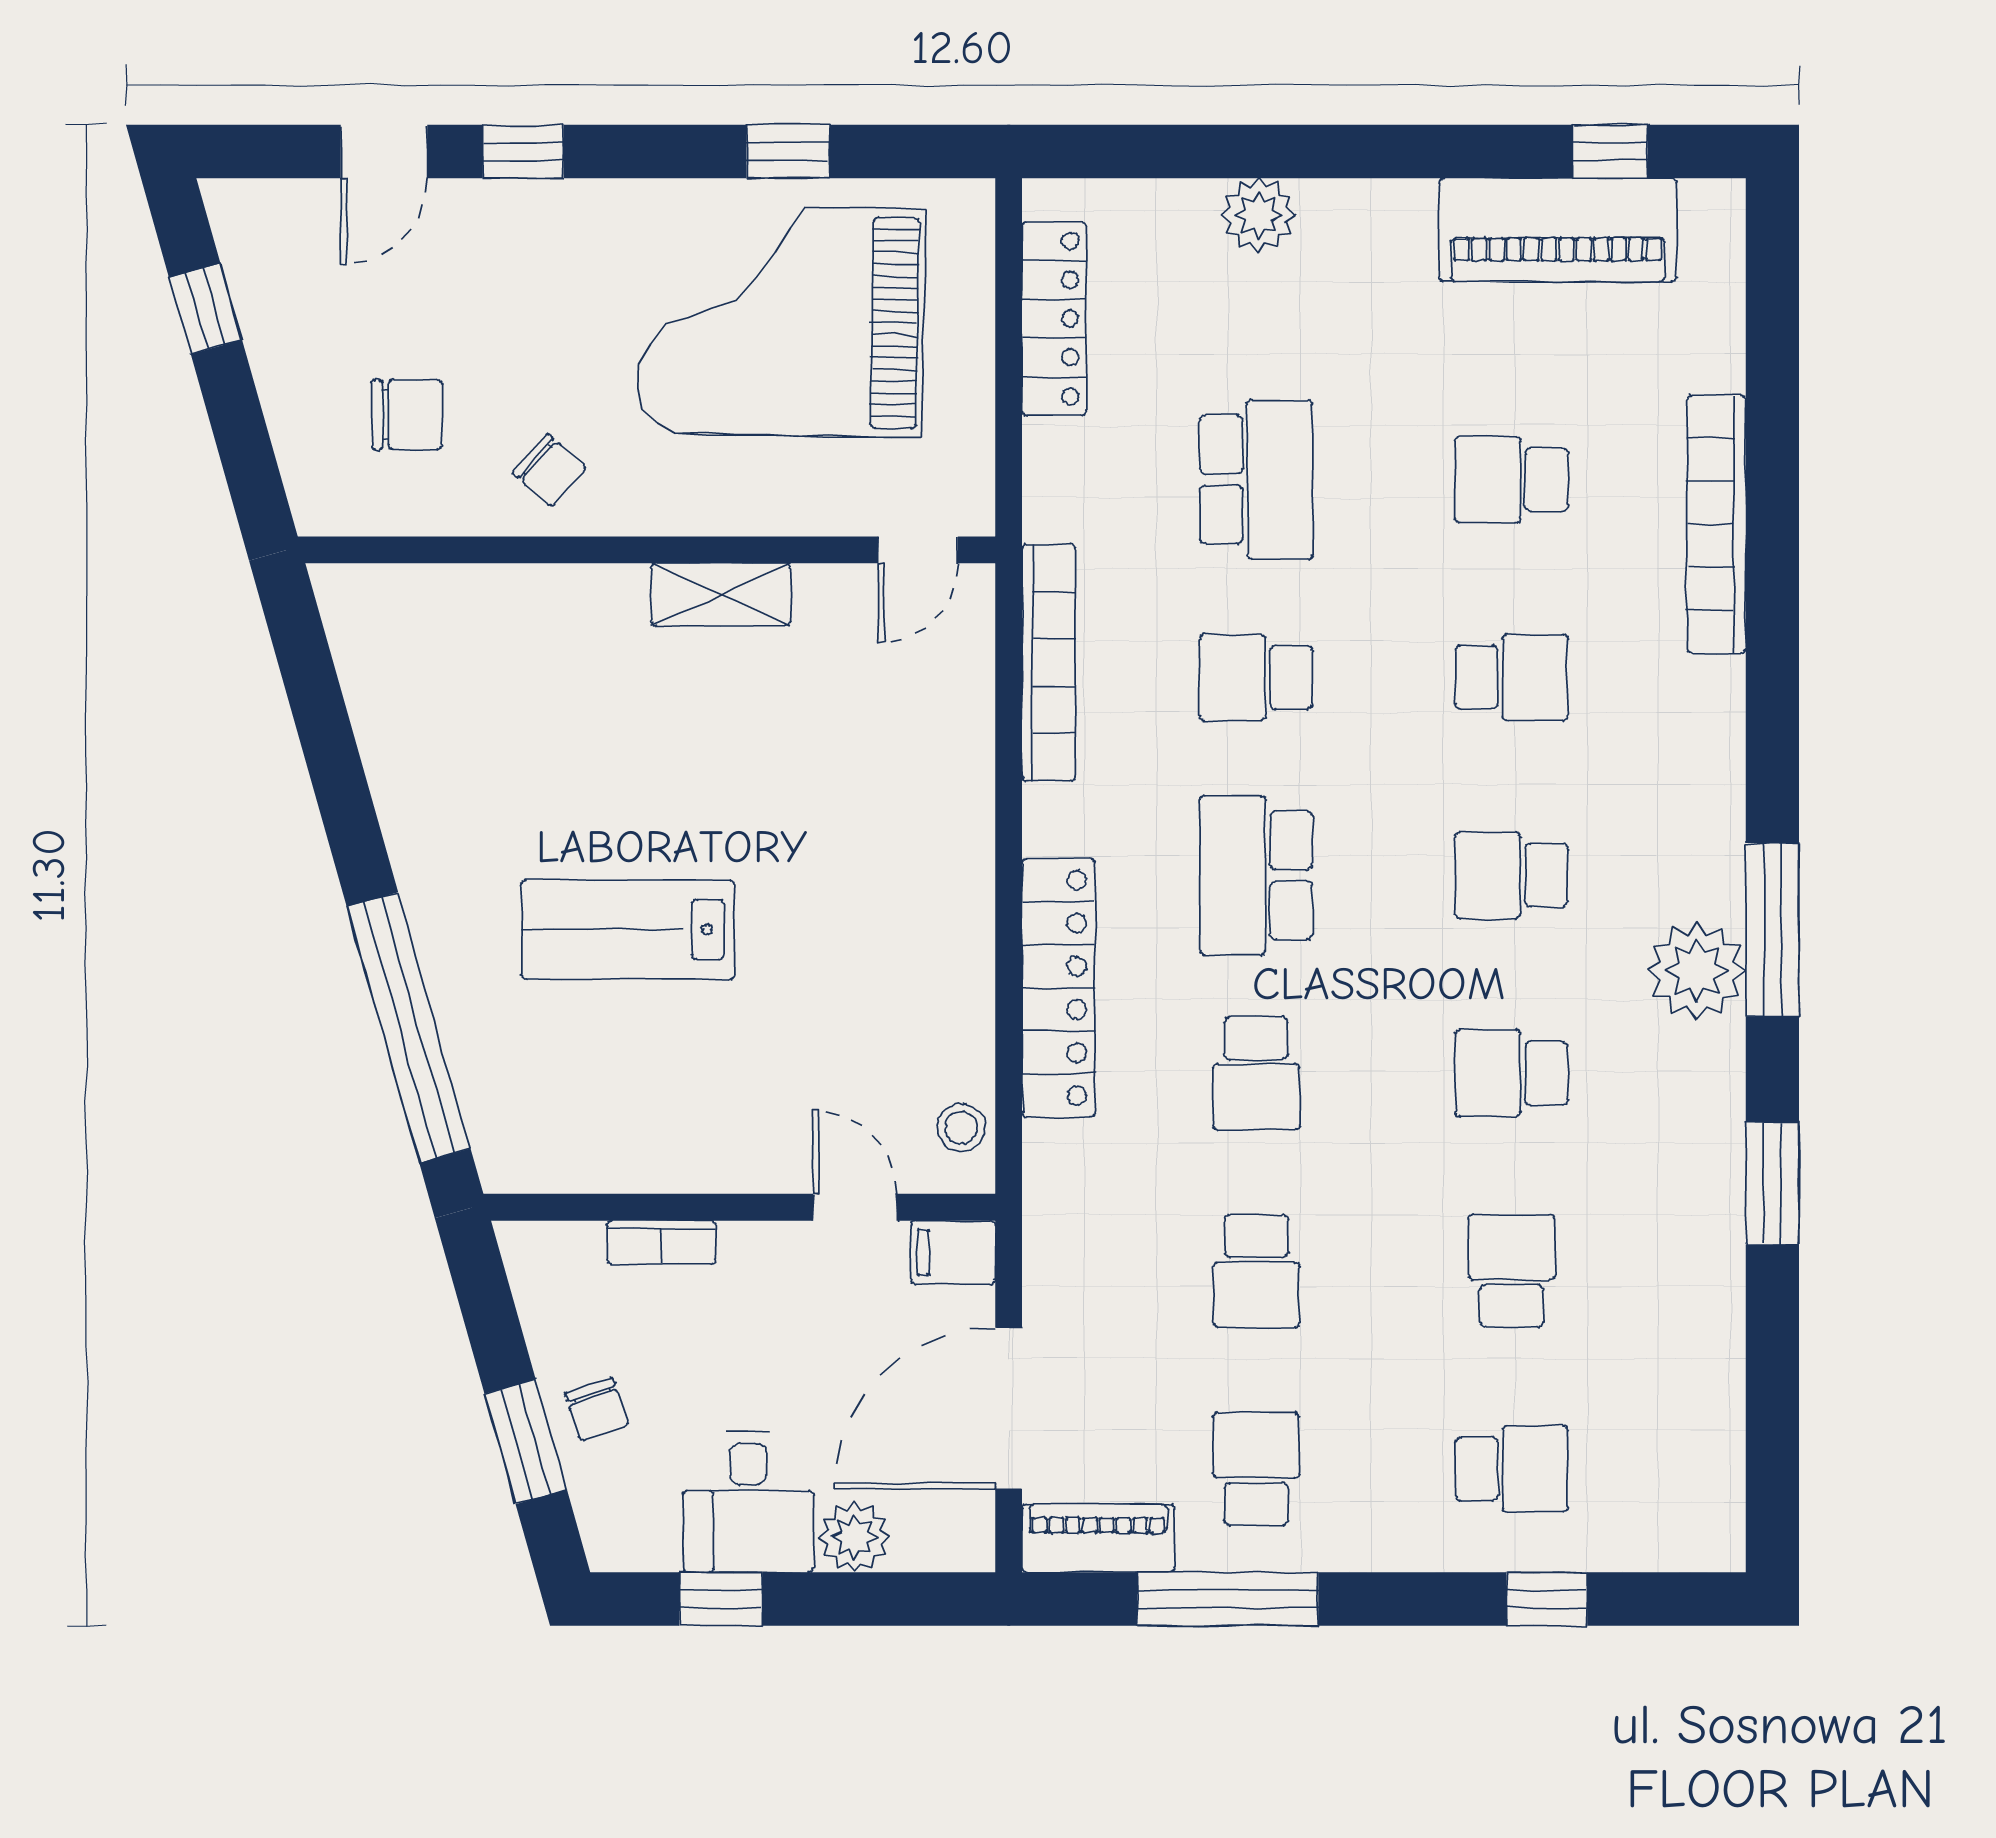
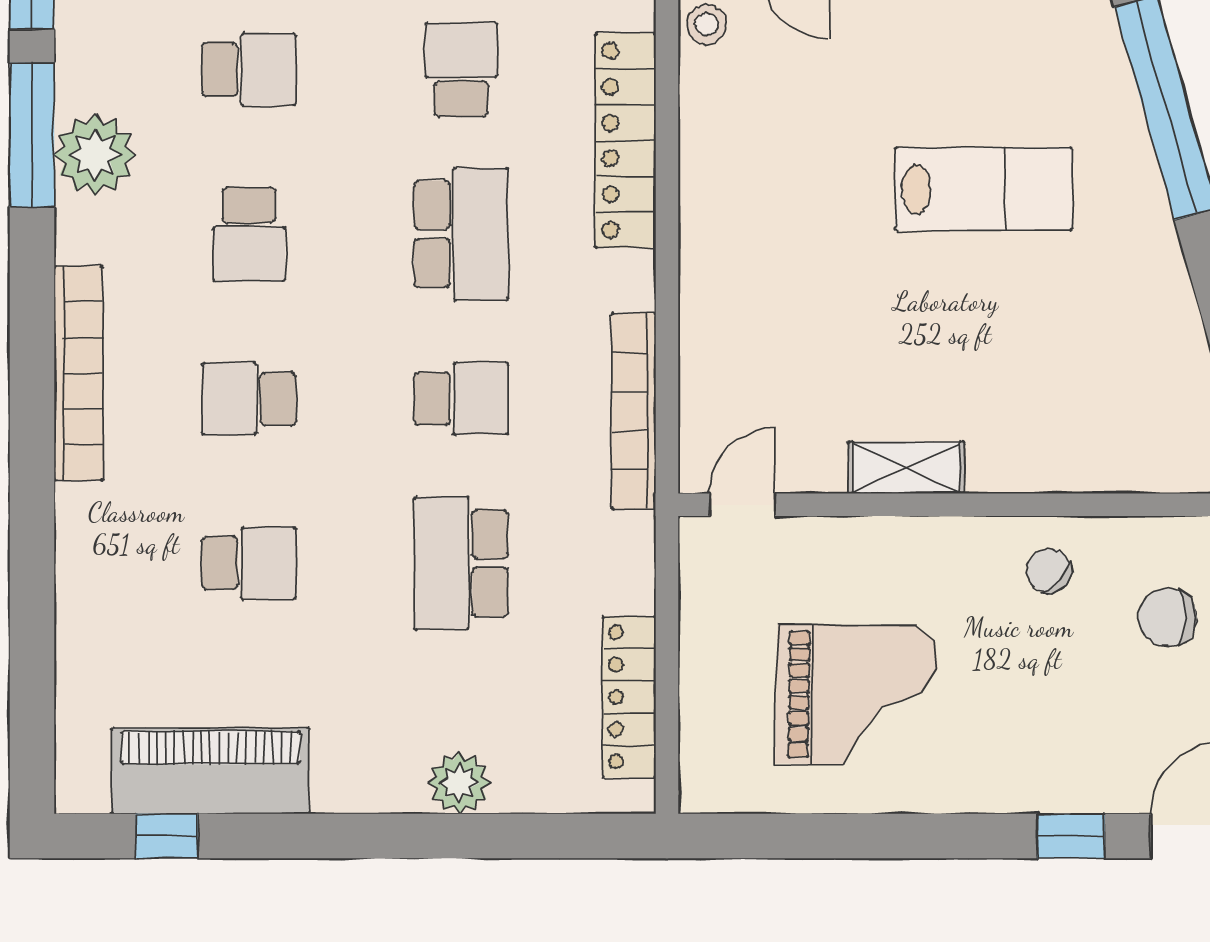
window: (788, 151) -> (850, 836), removed
grand piano: (780, 321) -> (857, 695), width x0.73, depth x0.68
bookcase: (1716, 524) -> (78, 373), moved
school desk: (1511, 875) -> (249, 234), turned 90
window: (1772, 930) -> (32, 135), moved

